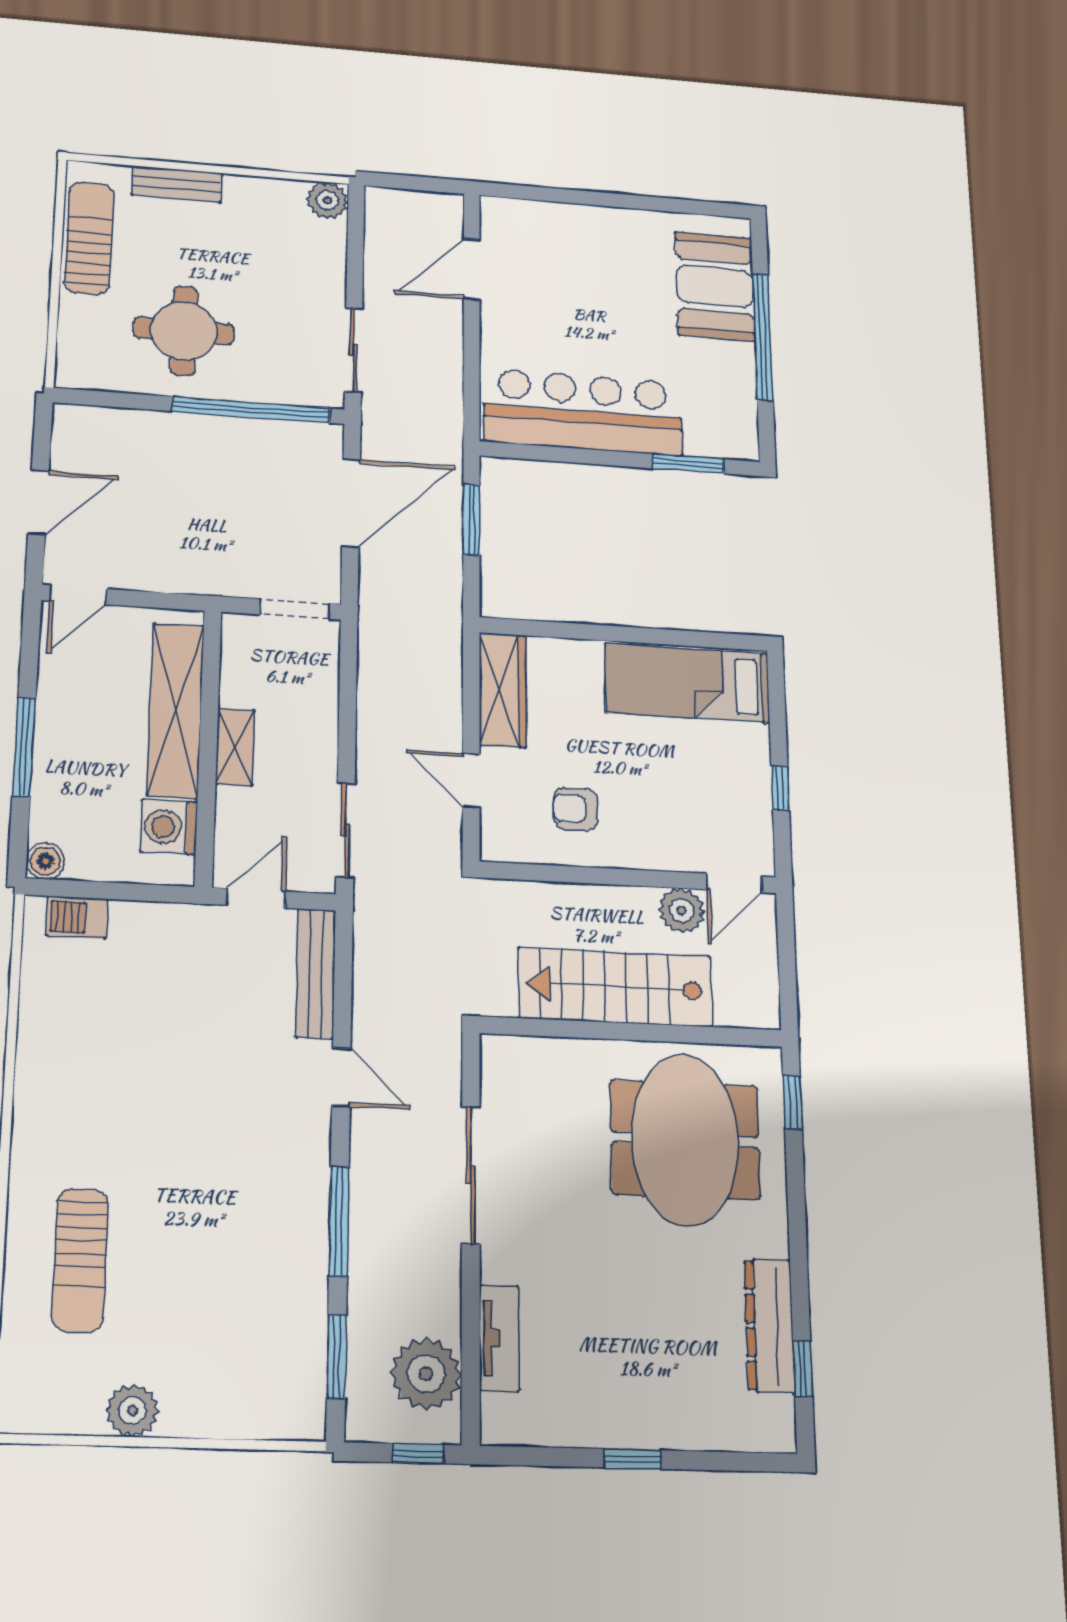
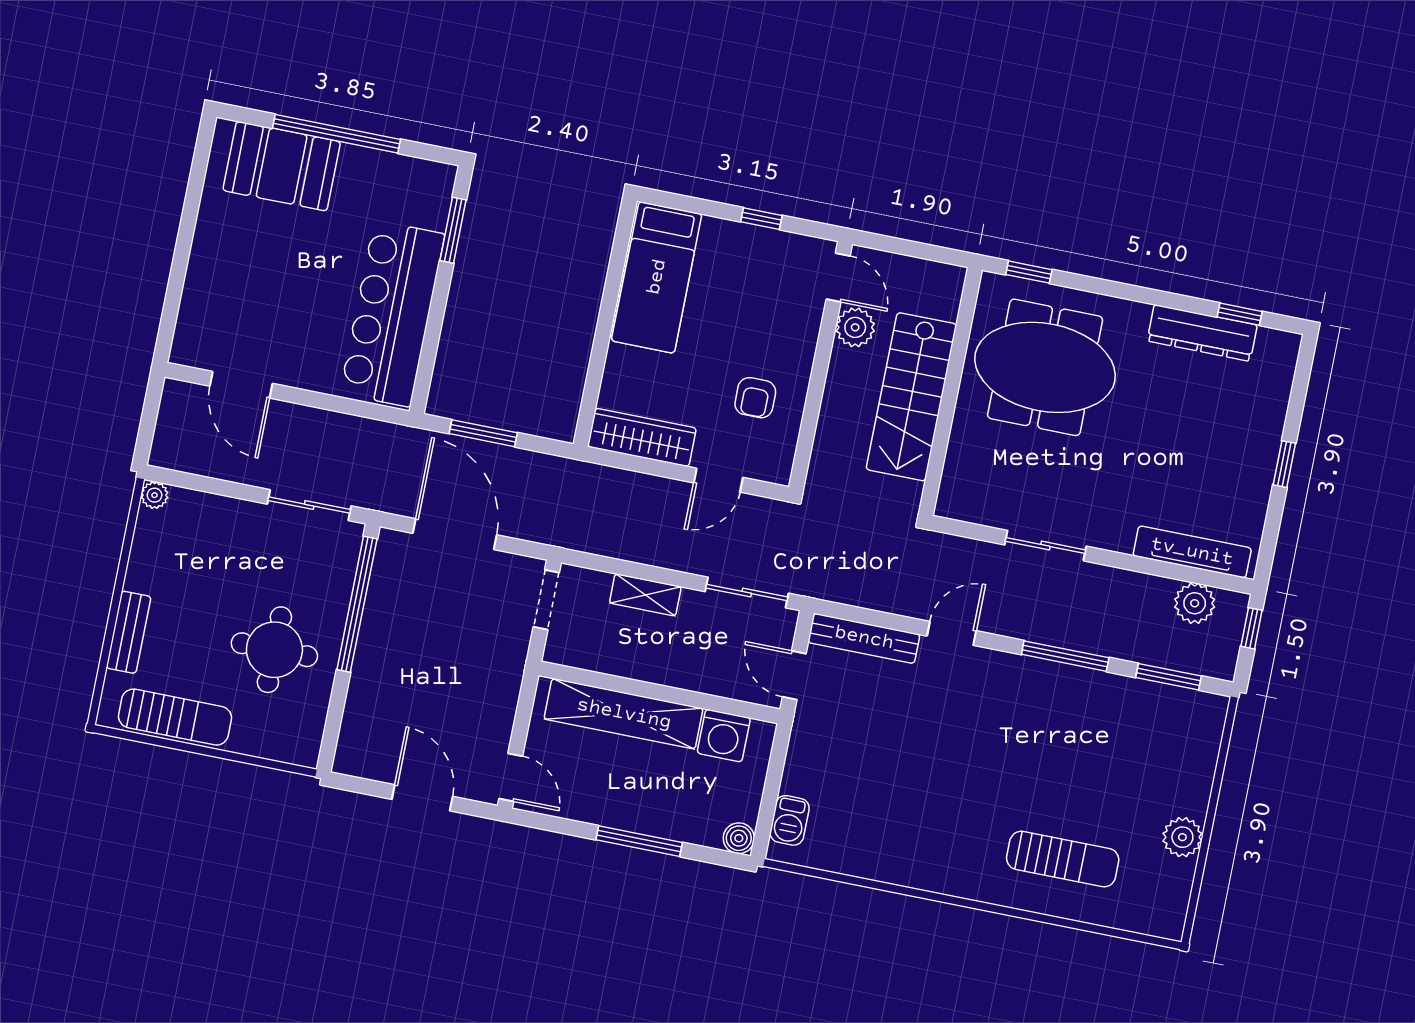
plant: (328, 200) -> (154, 495), width x0.73, depth x0.73
sun lounger: (89, 238) -> (175, 717), turned 180
shelving: (235, 747) -> (645, 595), moved
sliding door: (471, 1175) -> (1045, 546), width x0.73
tv unit: (499, 1338) -> (1192, 552), width x1.41
plant: (426, 1374) -> (1195, 603), width x0.73, depth x0.73

